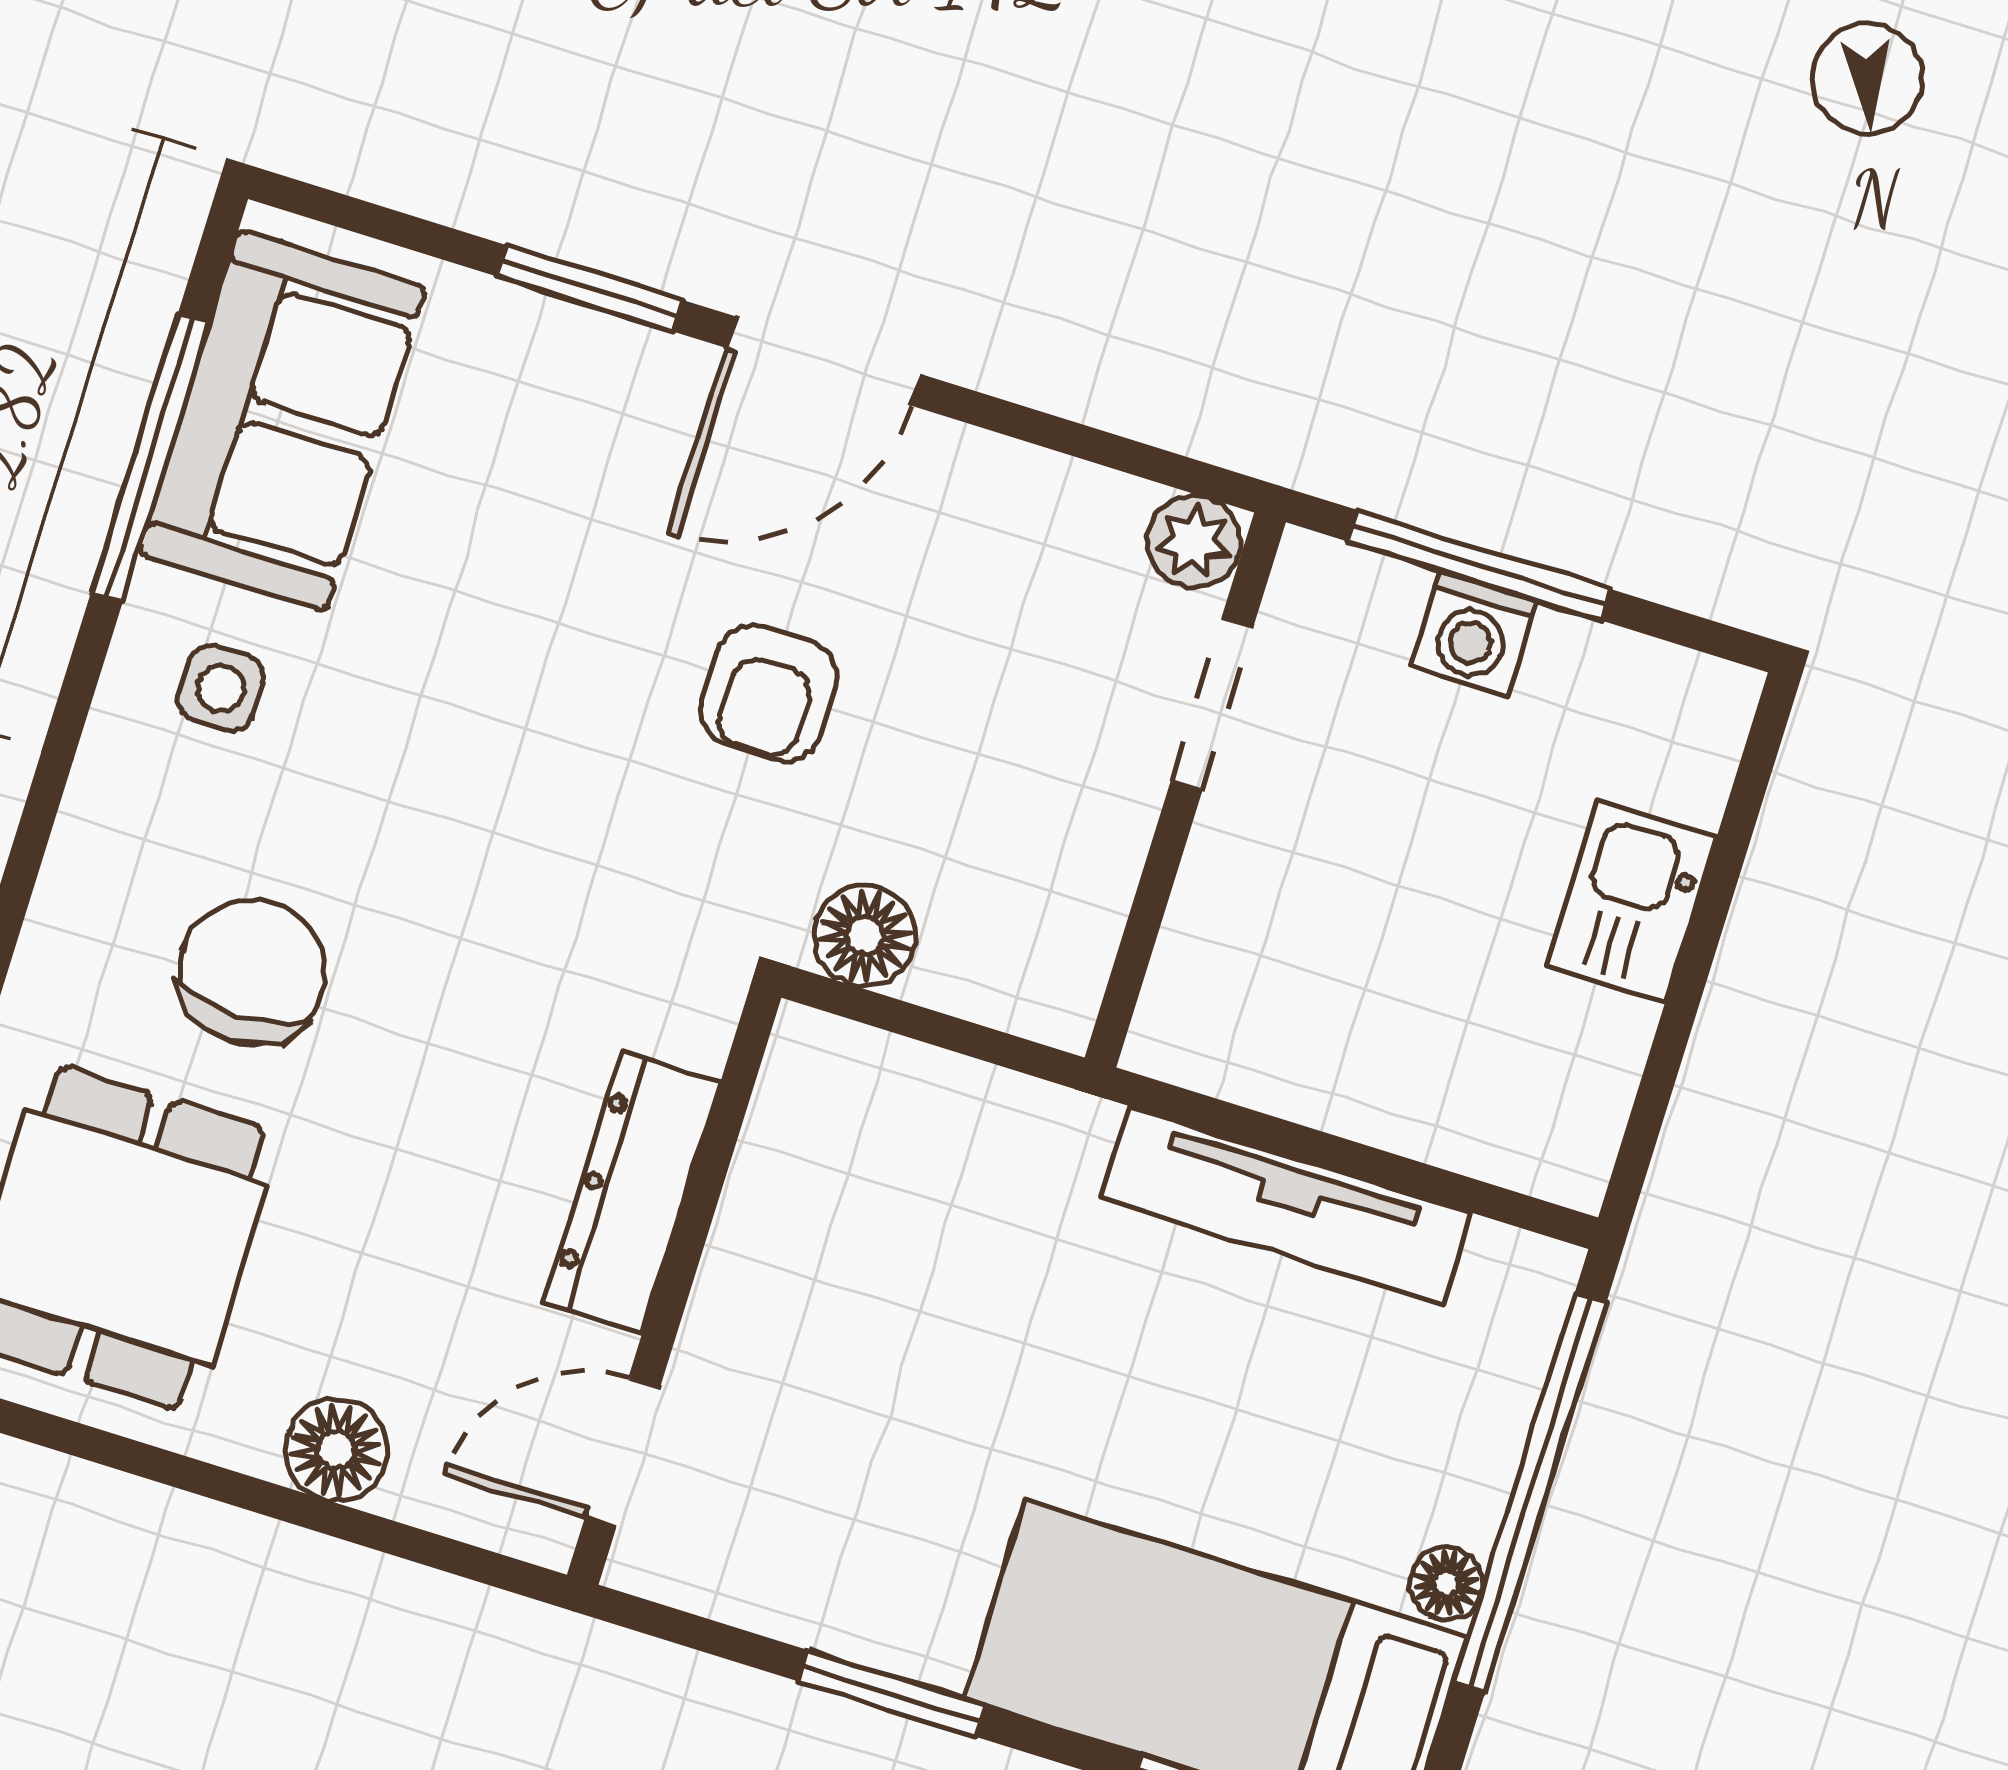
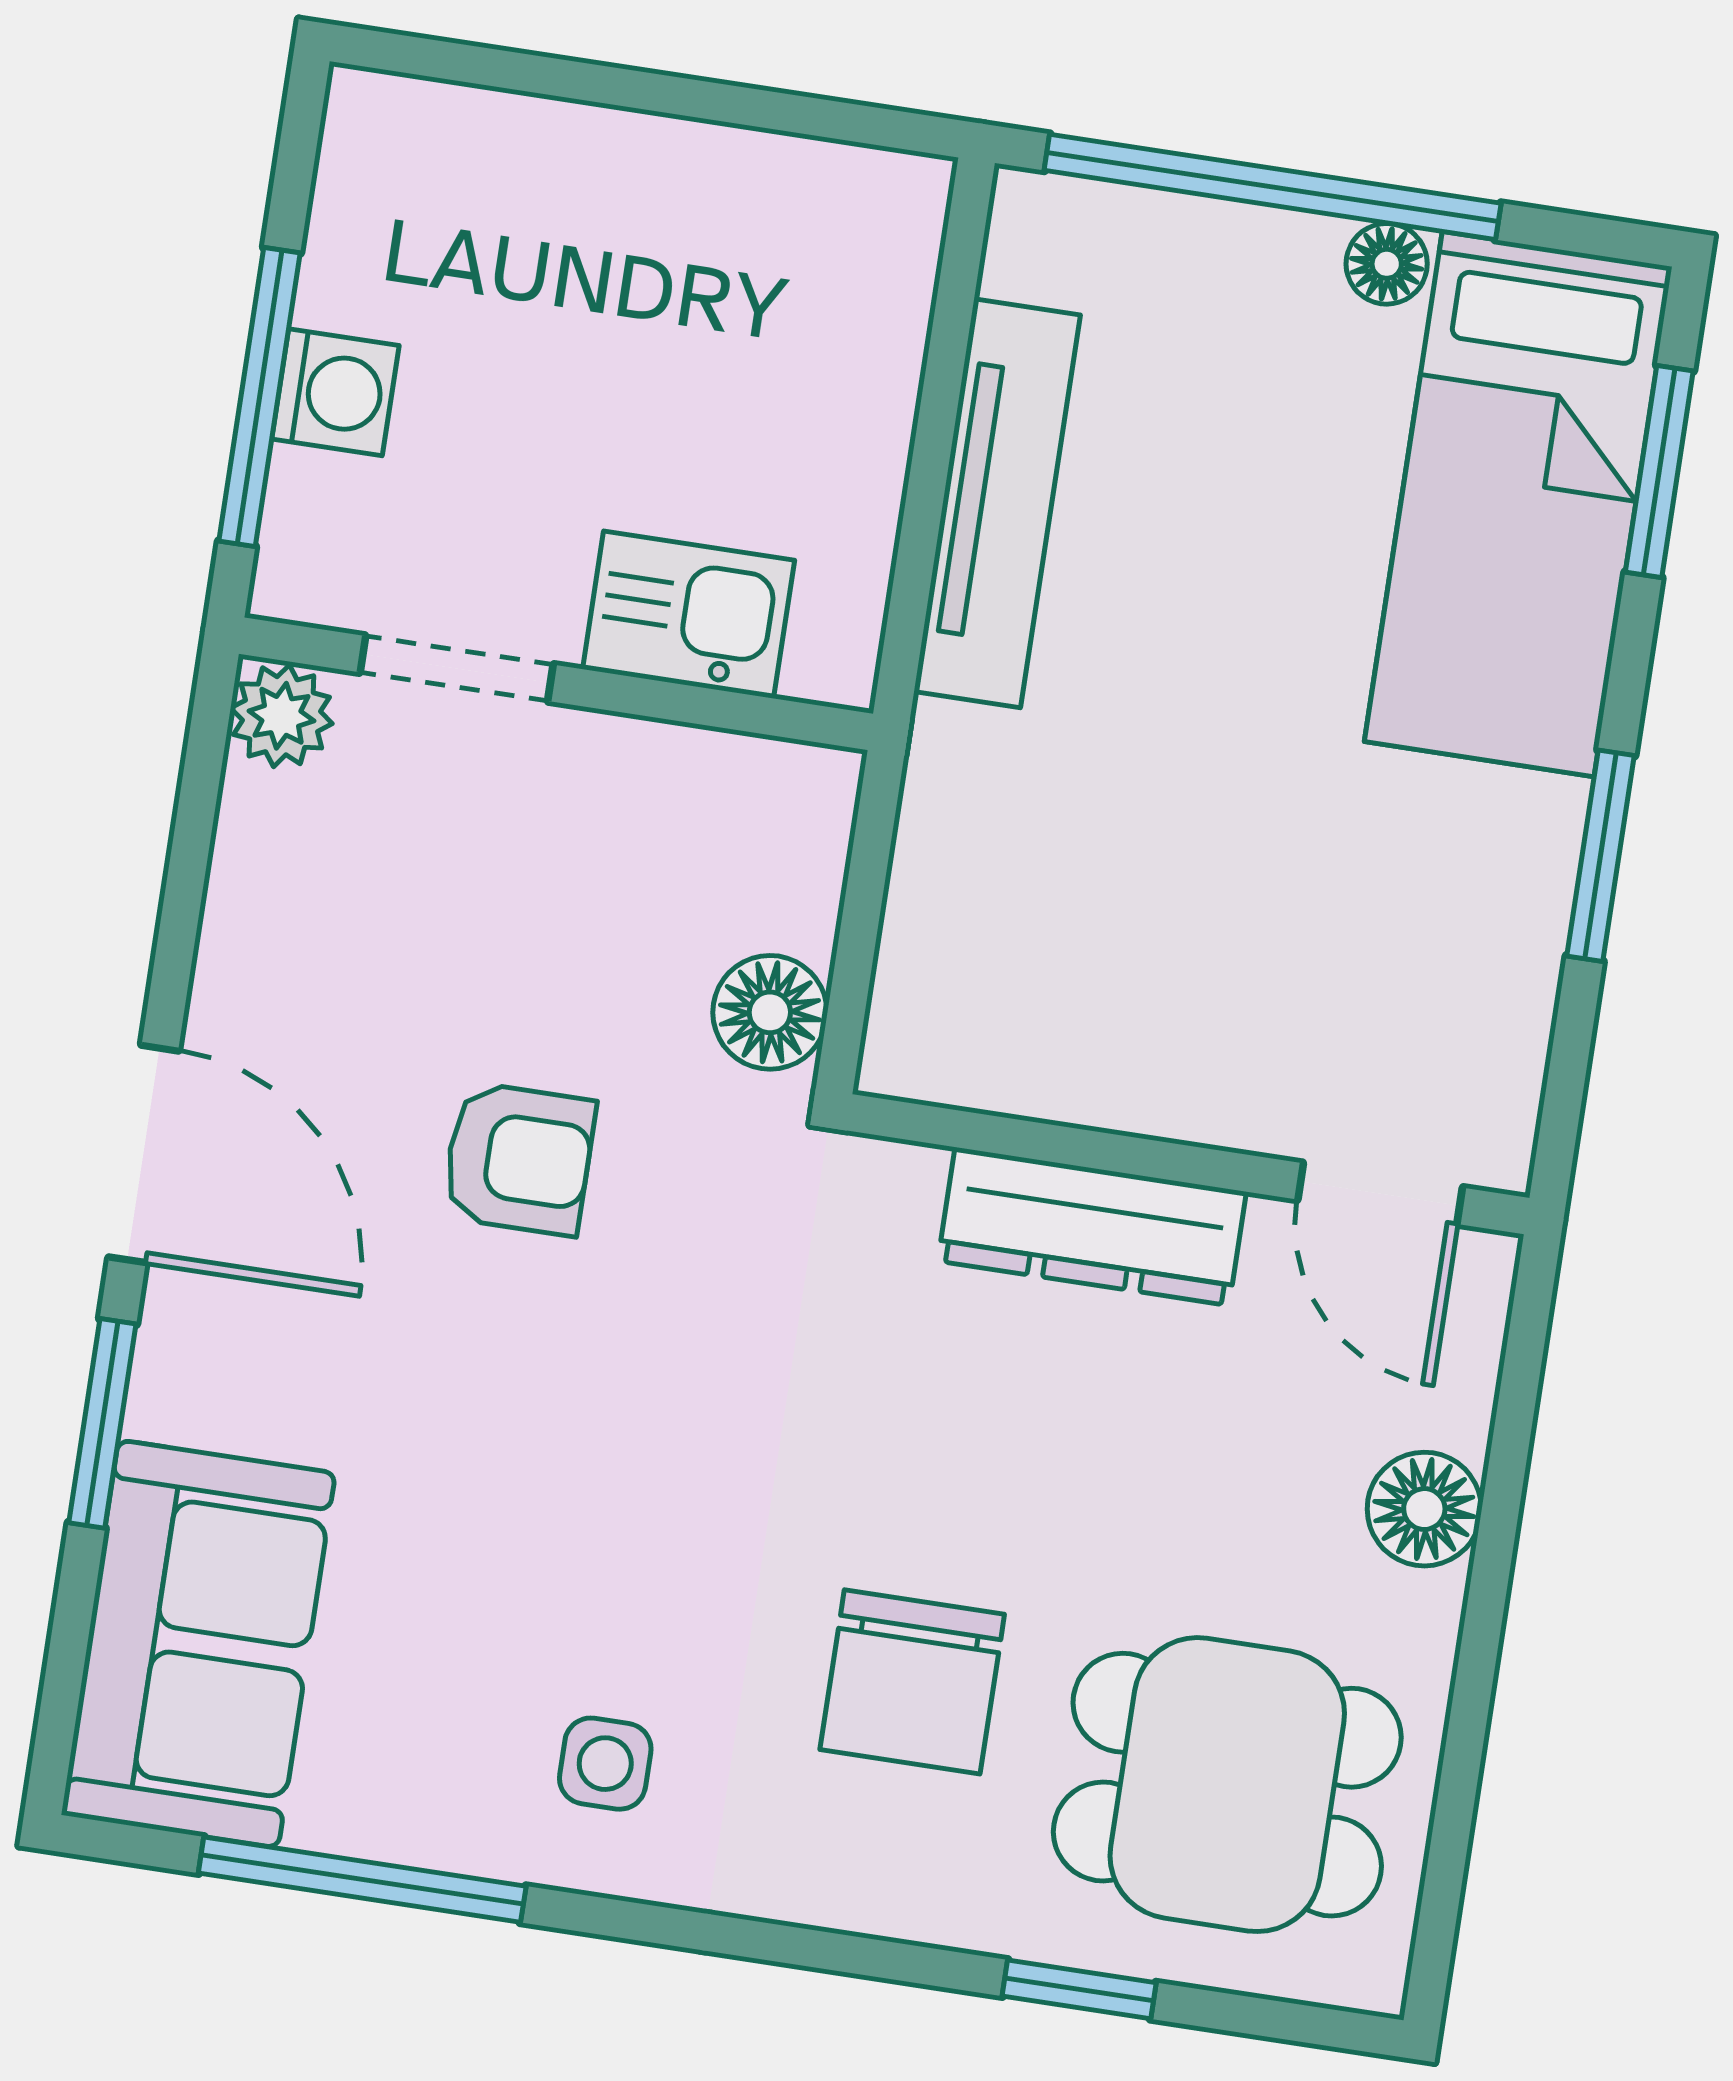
sofa: (282, 420) -> (198, 1644), moved, turned 90
kitchen sink: (1631, 902) -> (689, 615), moved, turned 180
chair: (252, 972) -> (912, 1682), turned -90

